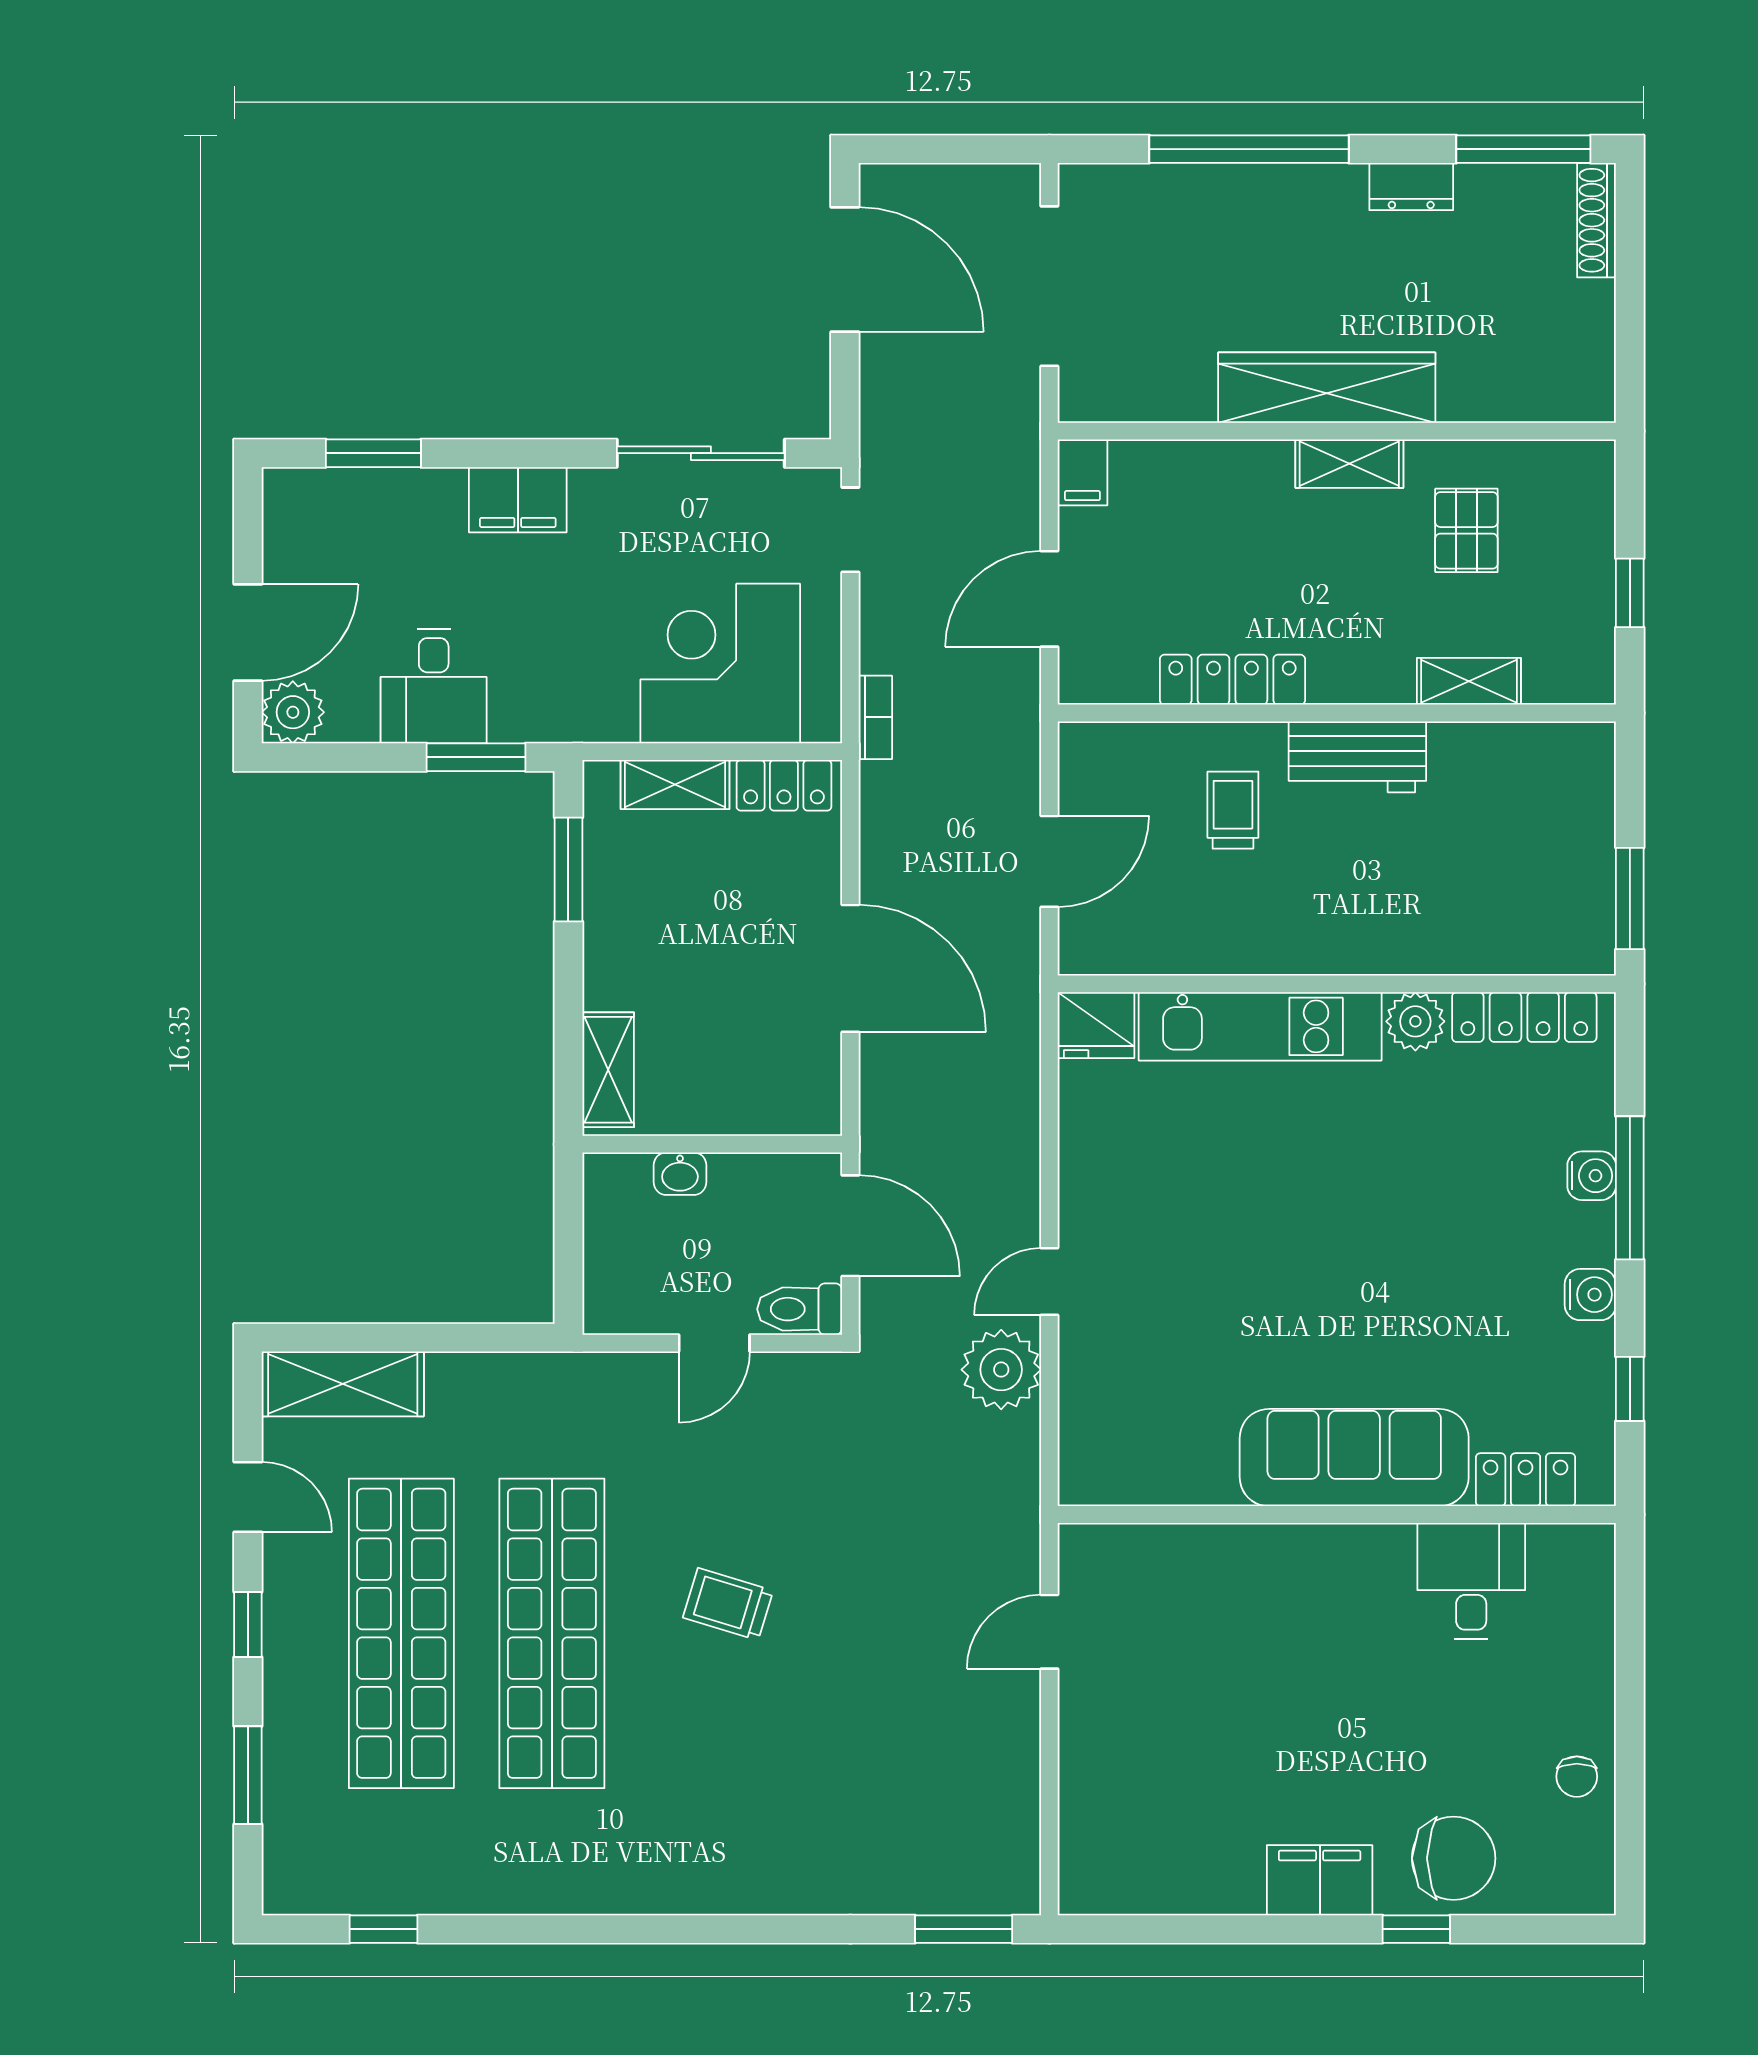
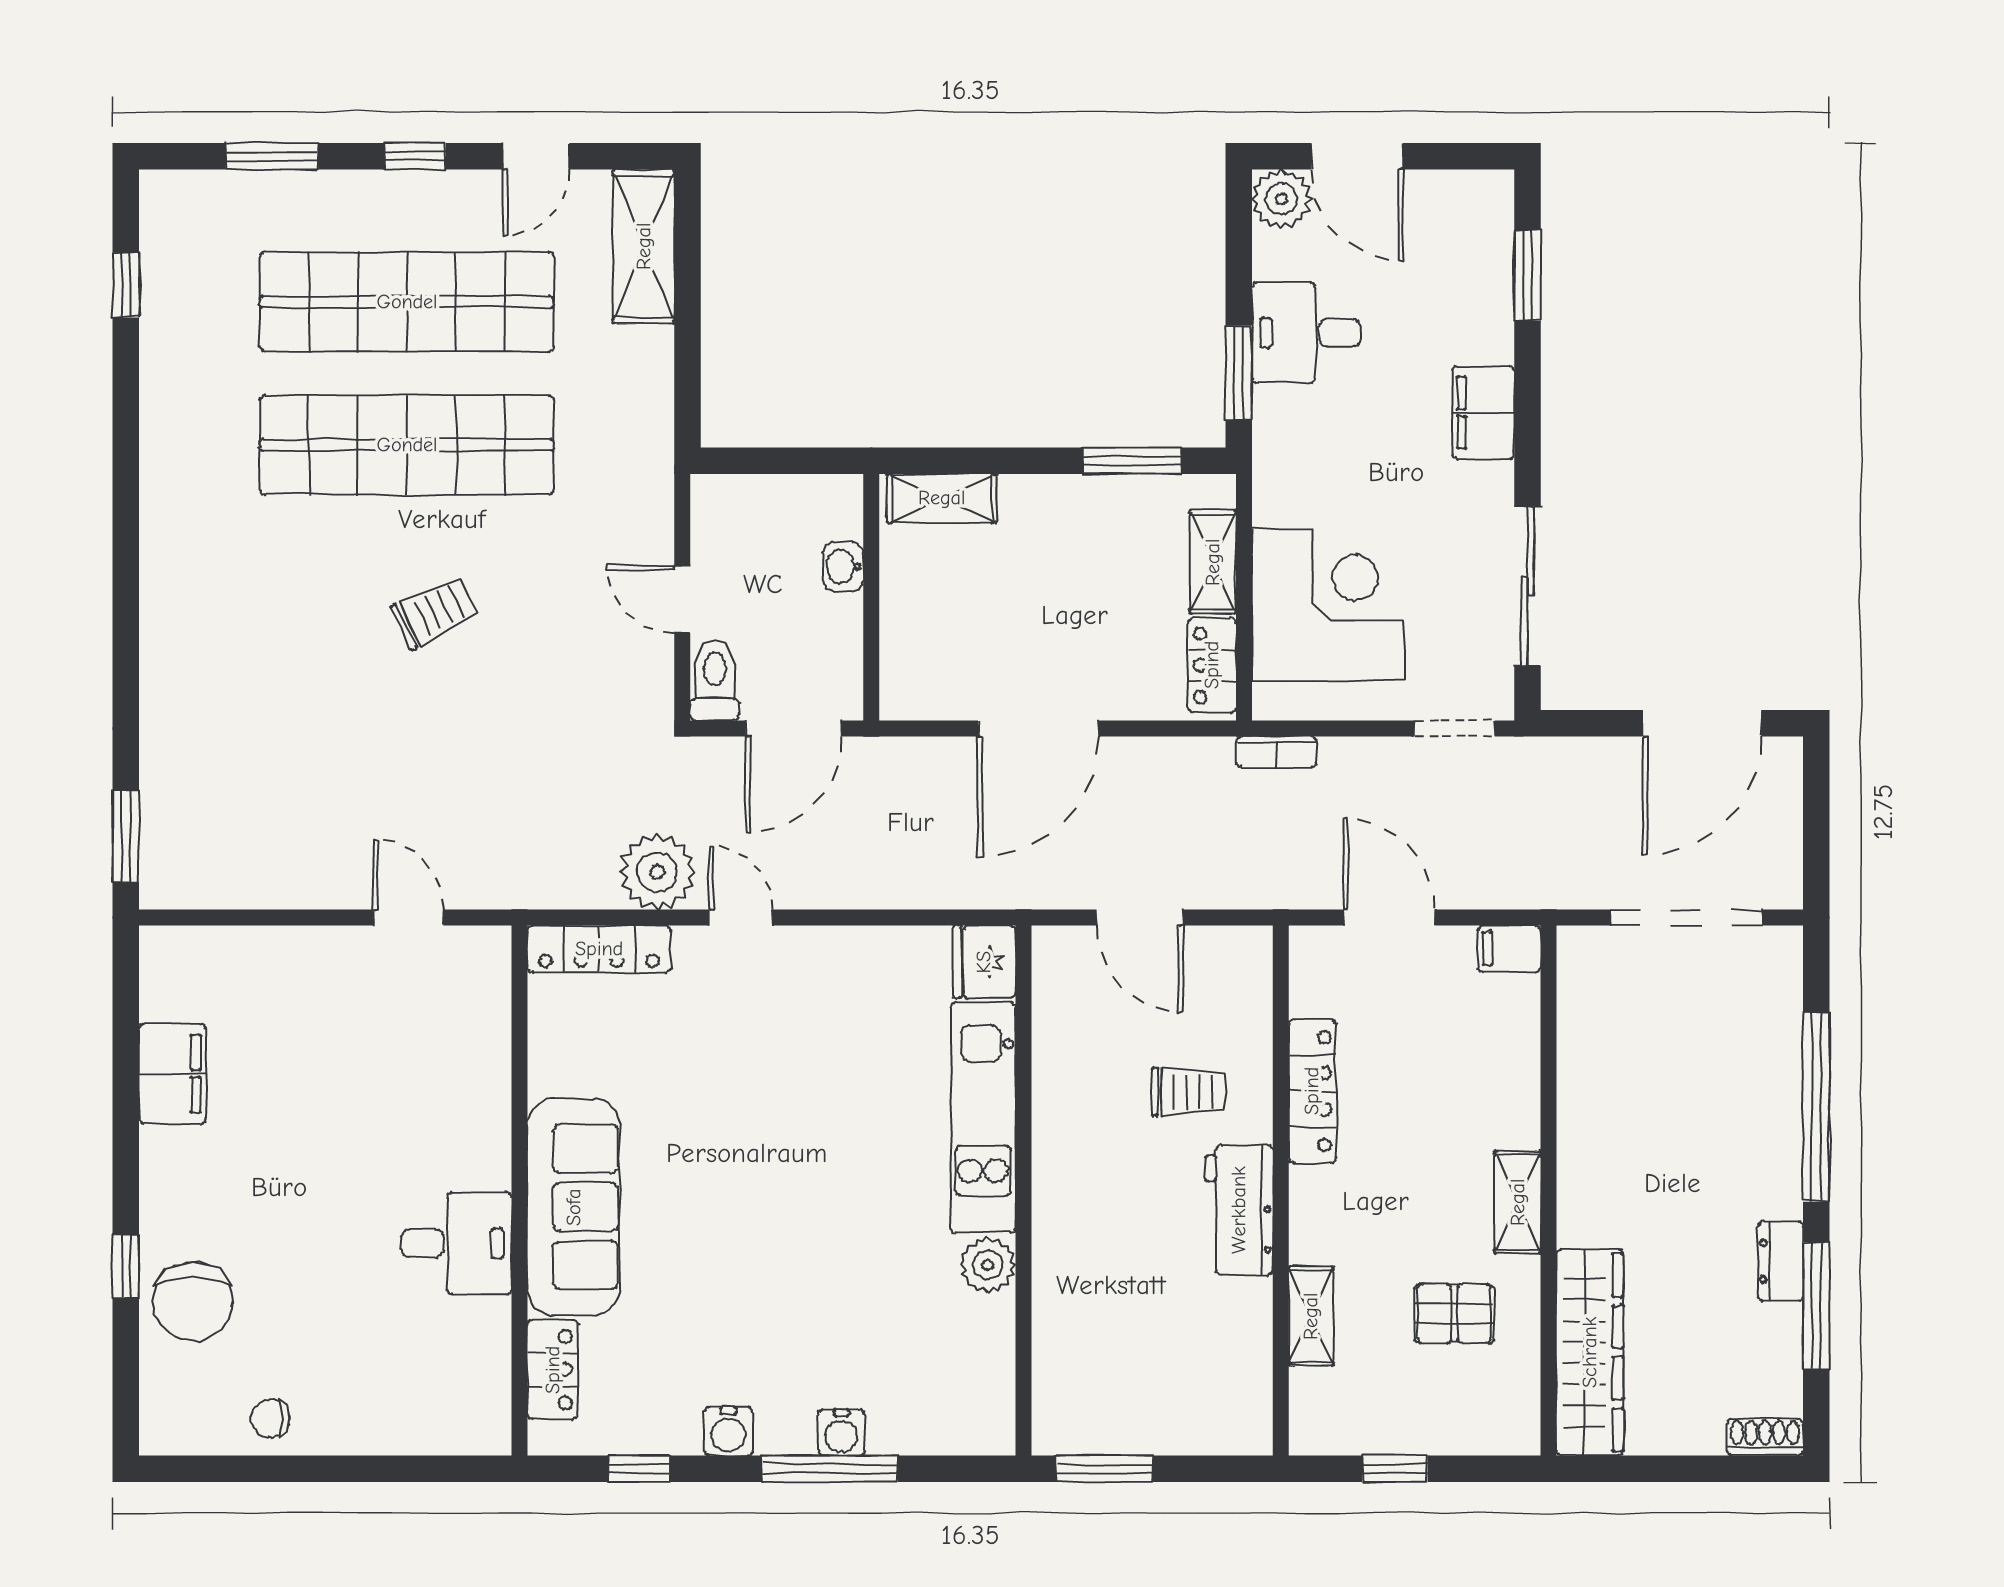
window: (1523, 149) -> (1816, 1306), moved
shoe rack: (1597, 220) -> (1765, 1437), width x0.70
wardrobe: (1327, 388) -> (1590, 1352), moved
locker: (1524, 1017) -> (599, 949), moved, turned -90
desk: (1471, 1581) -> (456, 1243), moved
trolley: (728, 1604) -> (434, 612), turned 47
filing cabinet: (1320, 1880) -> (172, 1074), moved

